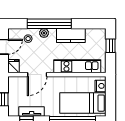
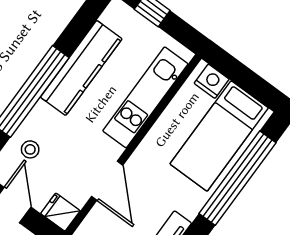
plant: (44, 33) -> (41, 113), removed
kitchen counter: (71, 35) -> (81, 68), width x1.50

